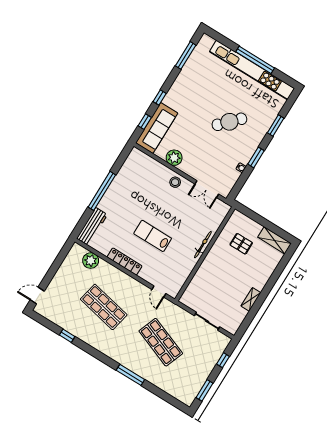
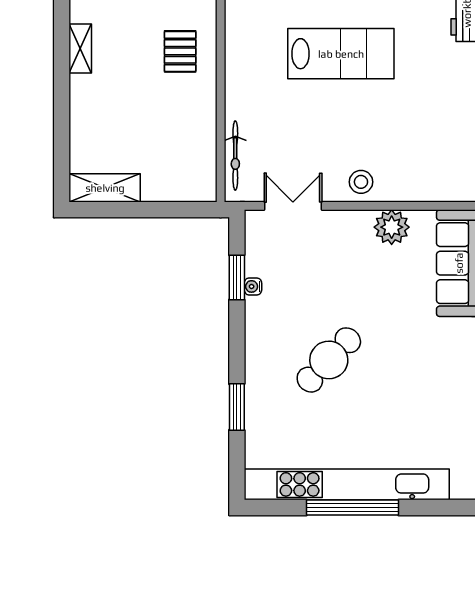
window: (256, 157) -> (237, 277), moved
lab bench: (153, 236) -> (341, 54), width x1.36, depth x1.39
pallet: (241, 244) -> (180, 51), moved, turned 90
bicycle: (203, 245) -> (235, 156), moved

